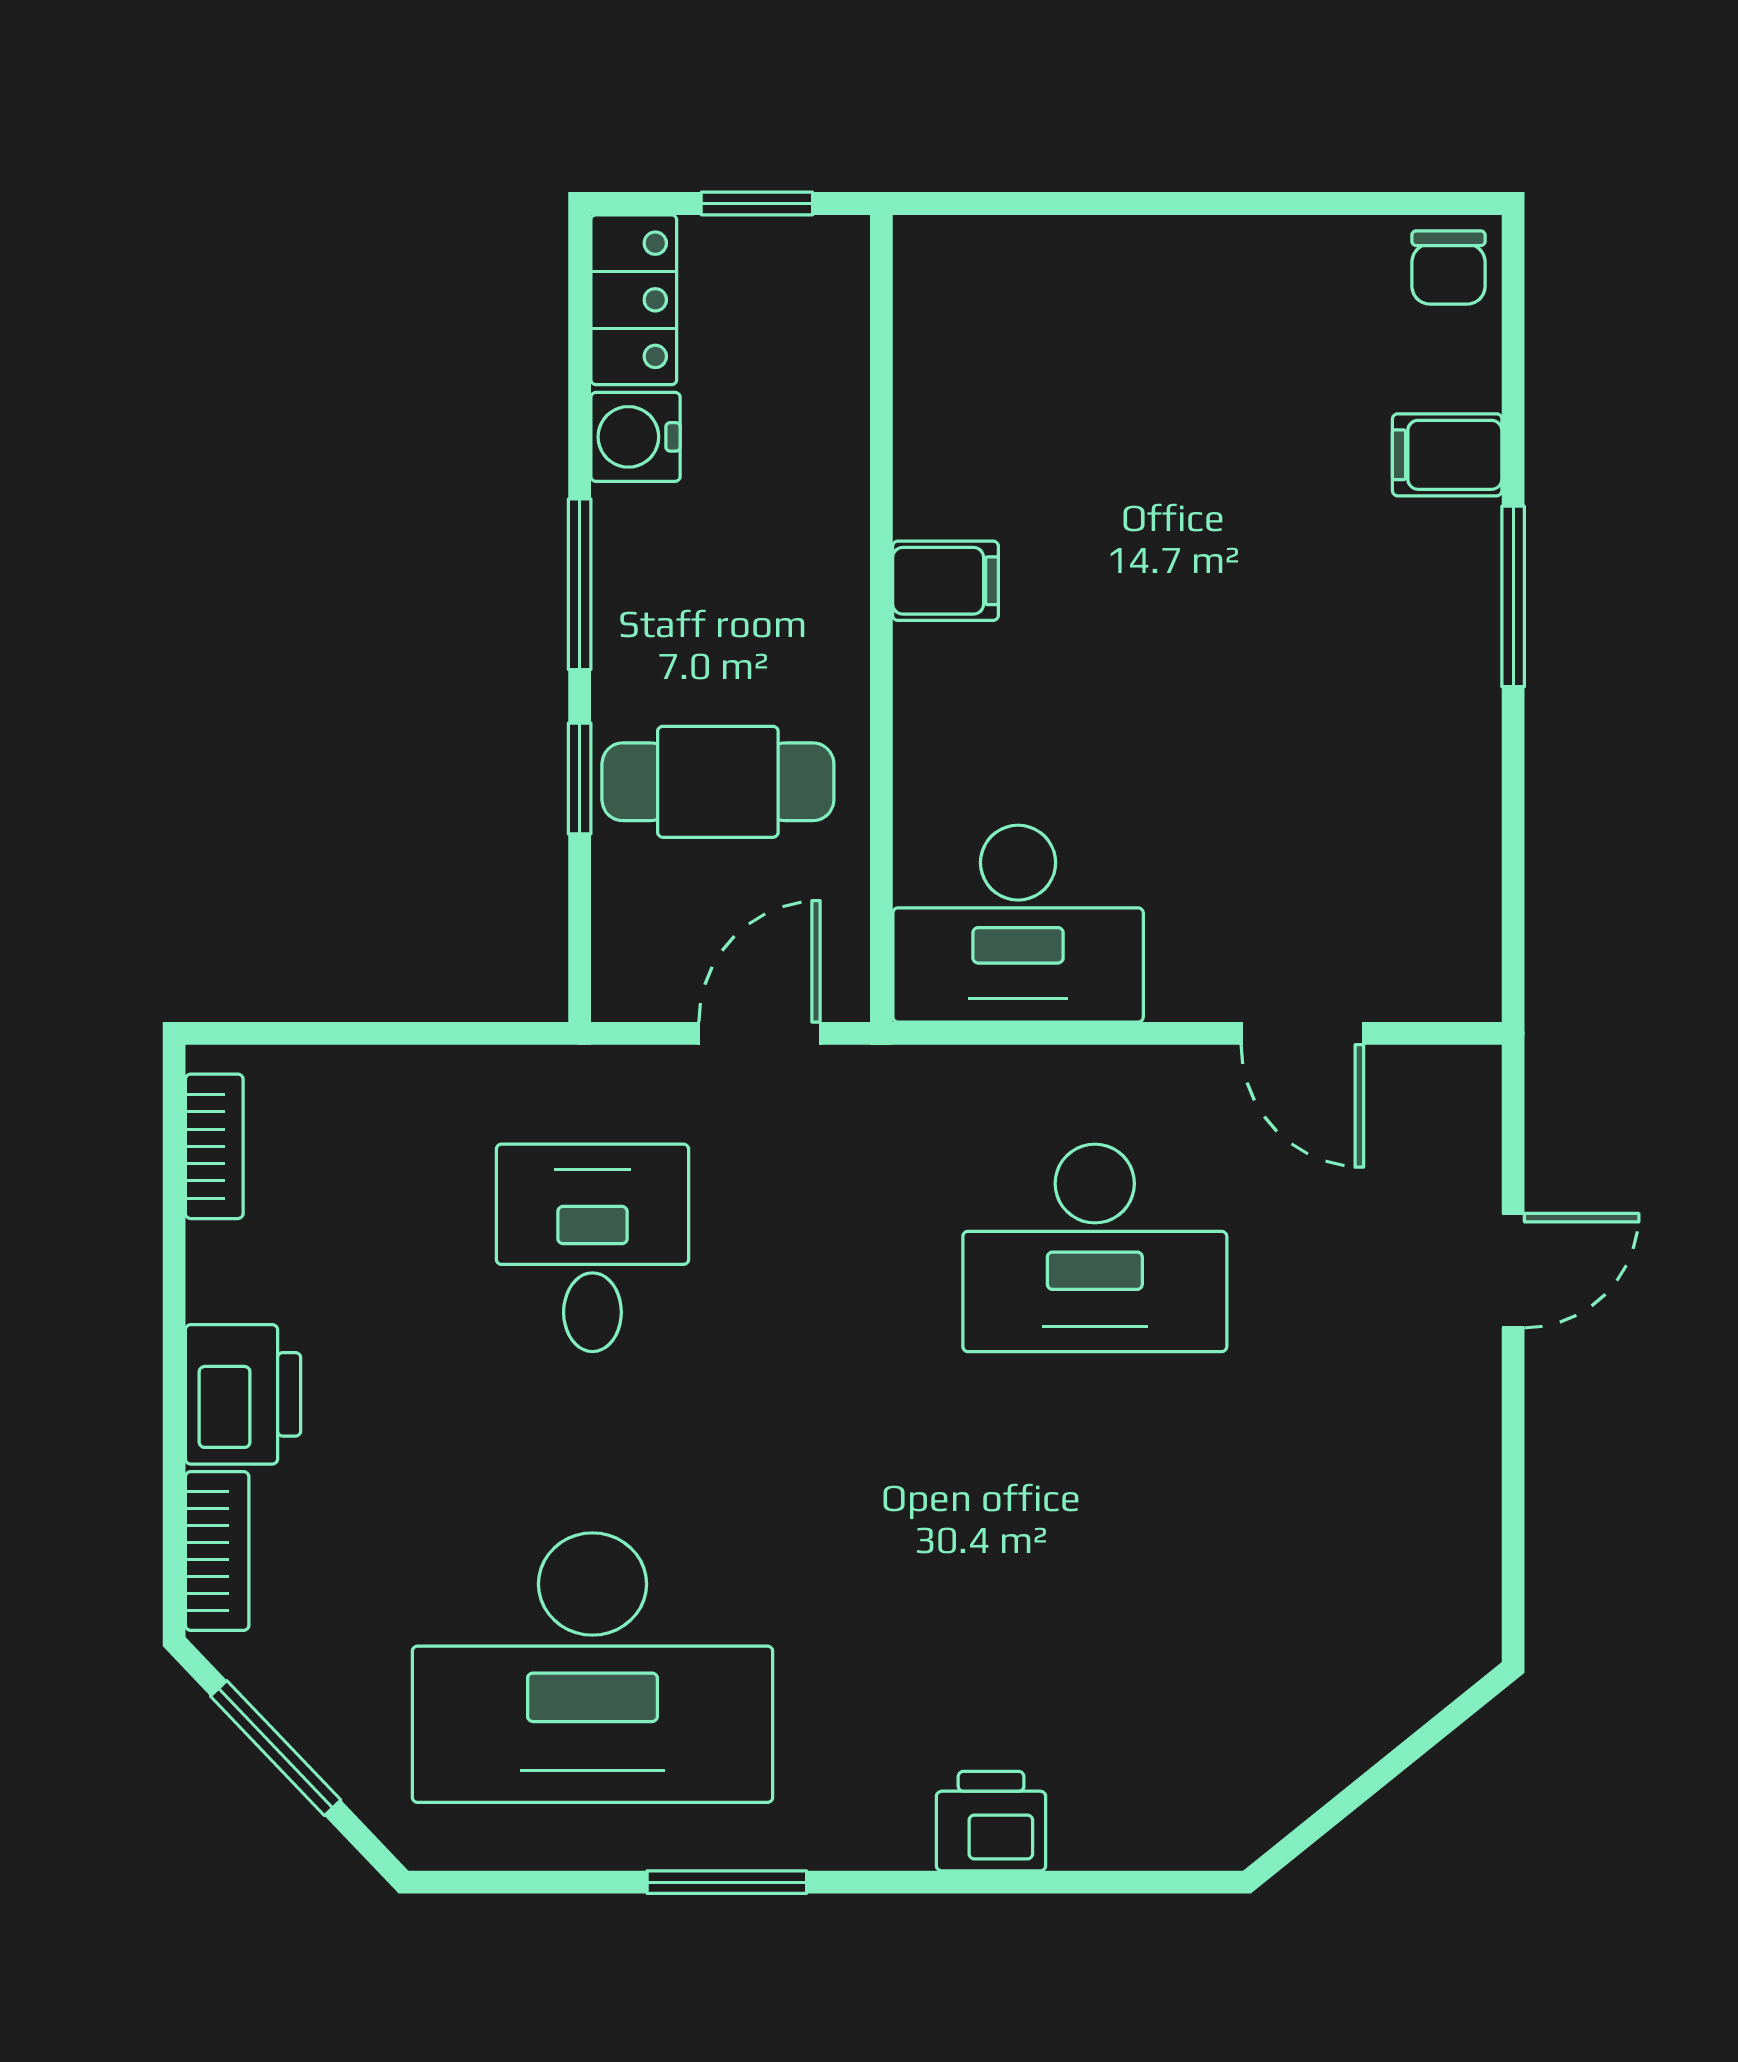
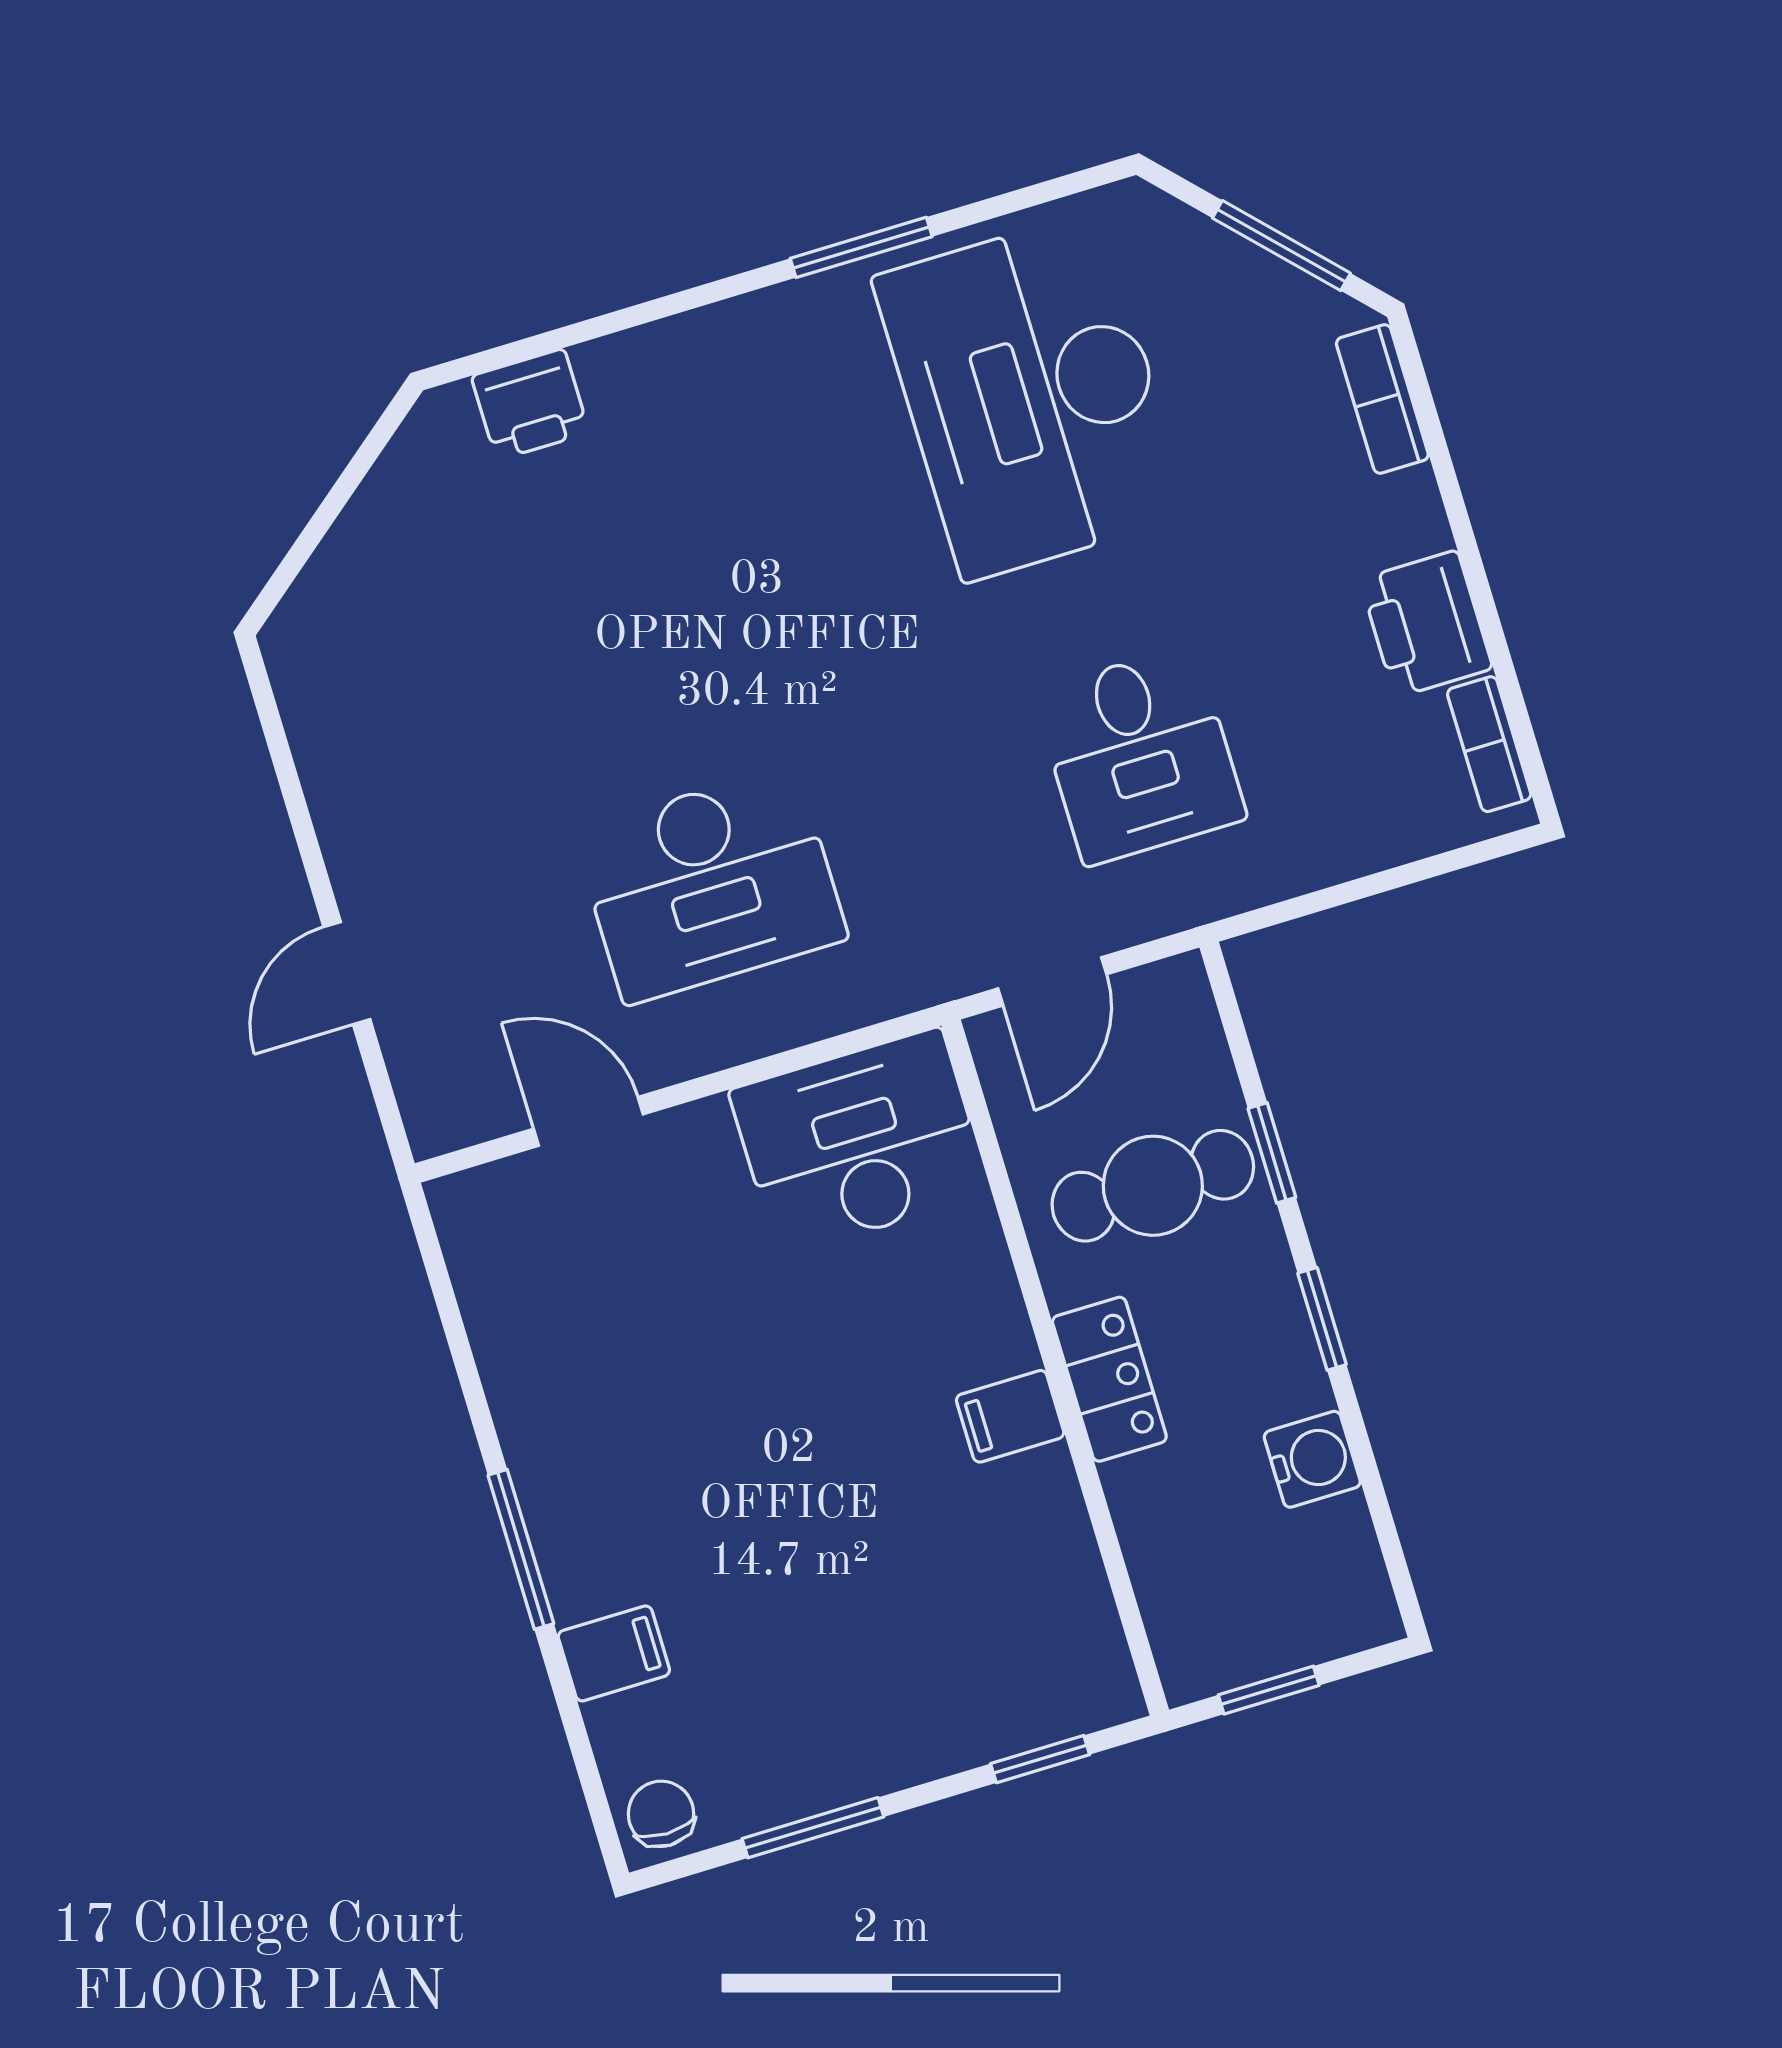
window: (1024, 204) -> (1040, 1759), added
window: (1290, 204) -> (813, 1828), added
locker: (634, 300) -> (1109, 1379), moved, turned 180
window: (580, 584) -> (1322, 1319), width x0.67
desk: (1095, 1248) -> (710, 885), turned 180
printer: (243, 1394) -> (1426, 624), moved
desk: (592, 1668) -> (1031, 396), turned -90
printer: (991, 1821) -> (530, 404), moved

